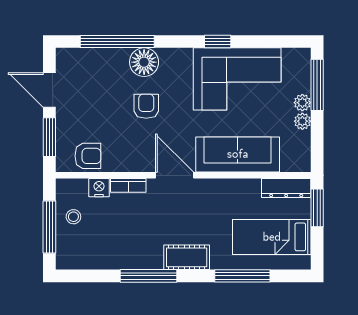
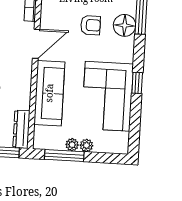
window: (317, 85) -> (64, 156), moved

